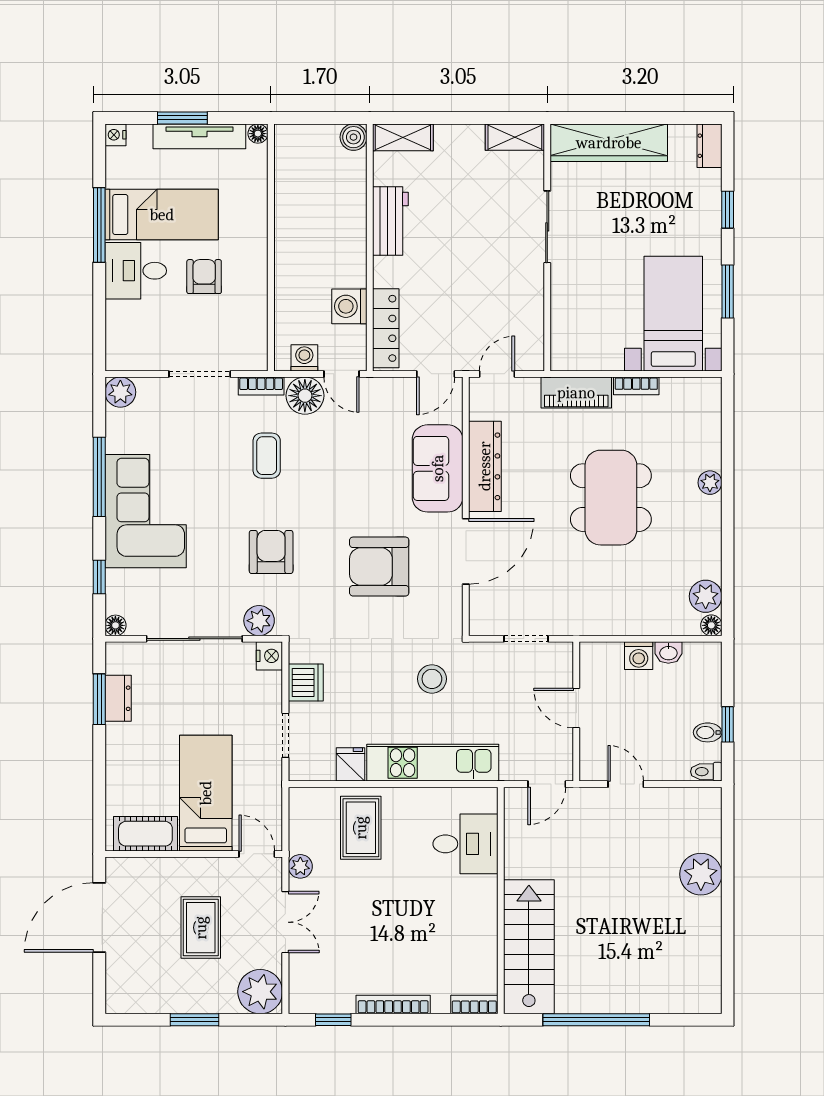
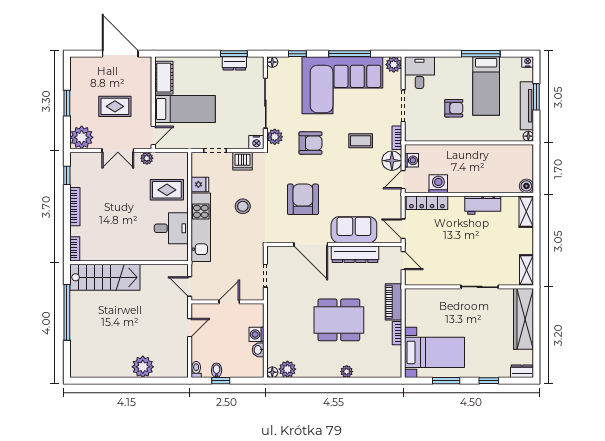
desk: (136, 271) -> (419, 73), moved
corner sofa: (146, 511) -> (342, 85), width x1.36, depth x1.36
stool: (432, 679) -> (243, 206), moved
desk: (465, 844) -> (171, 228), moved, turned -90

